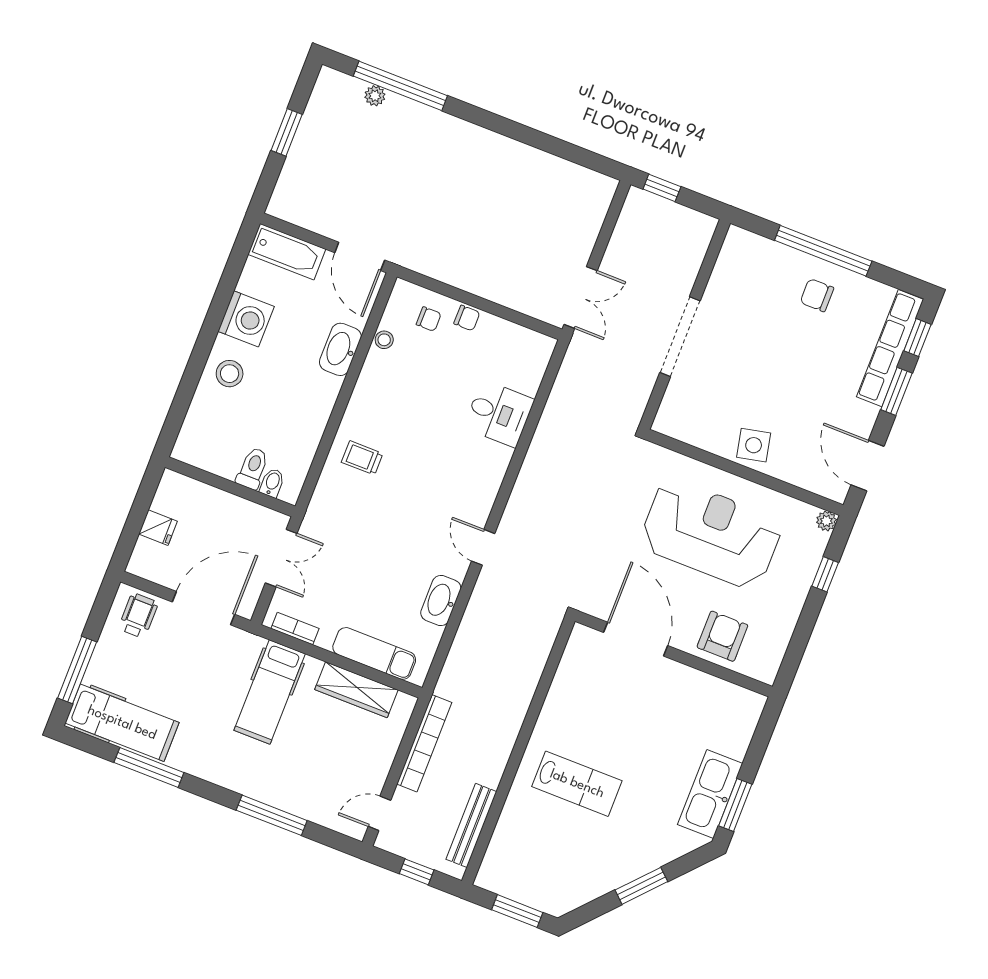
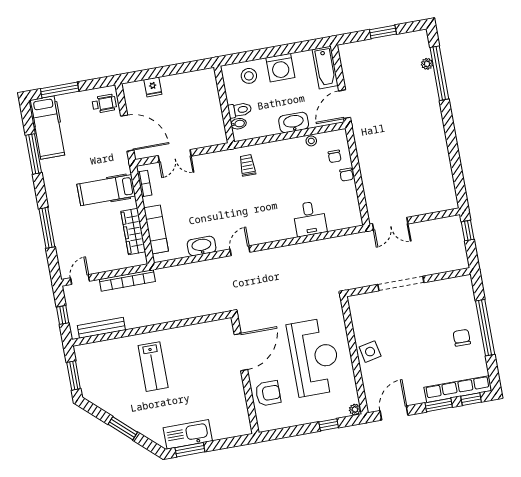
toilet: (253, 468) -> (240, 110), moved
bidet: (272, 483) -> (238, 124), moved
wall: (230, 487) -> (224, 105), moved
door: (379, 813) -> (80, 280), hinge flipped

